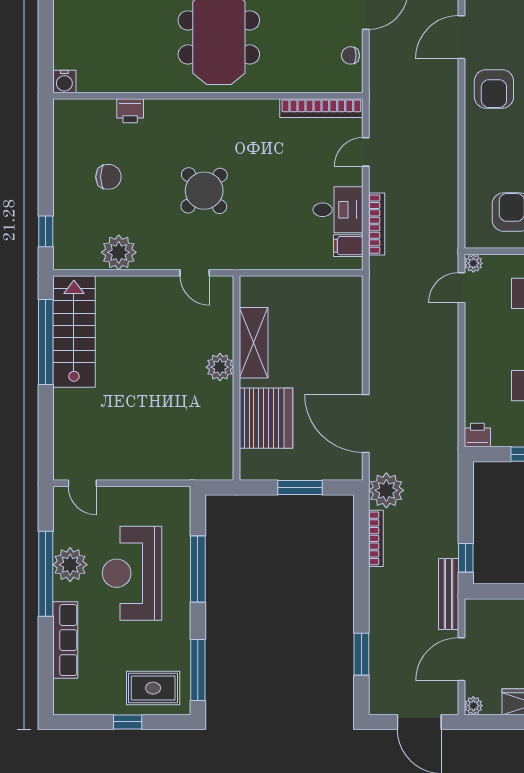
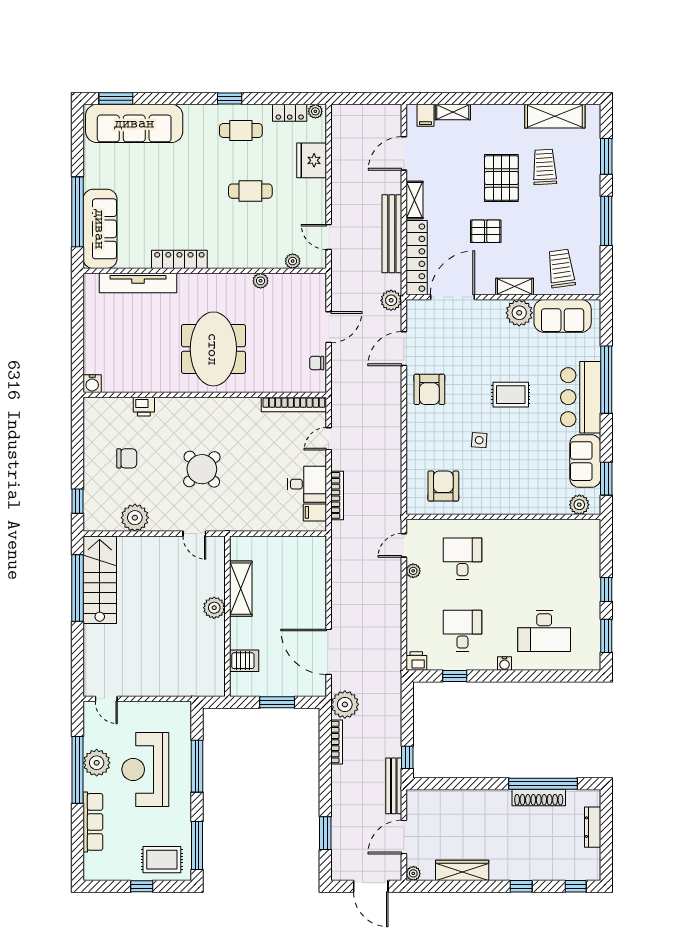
plant: (473, 263) -> (413, 571), moved
server rack: (266, 418) -> (244, 661), width x0.46, depth x0.70

